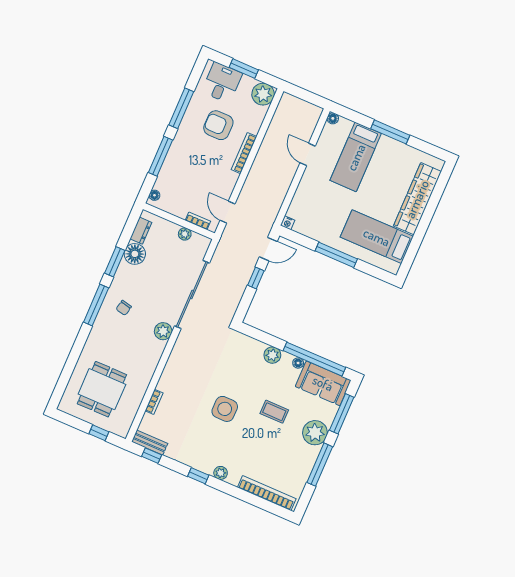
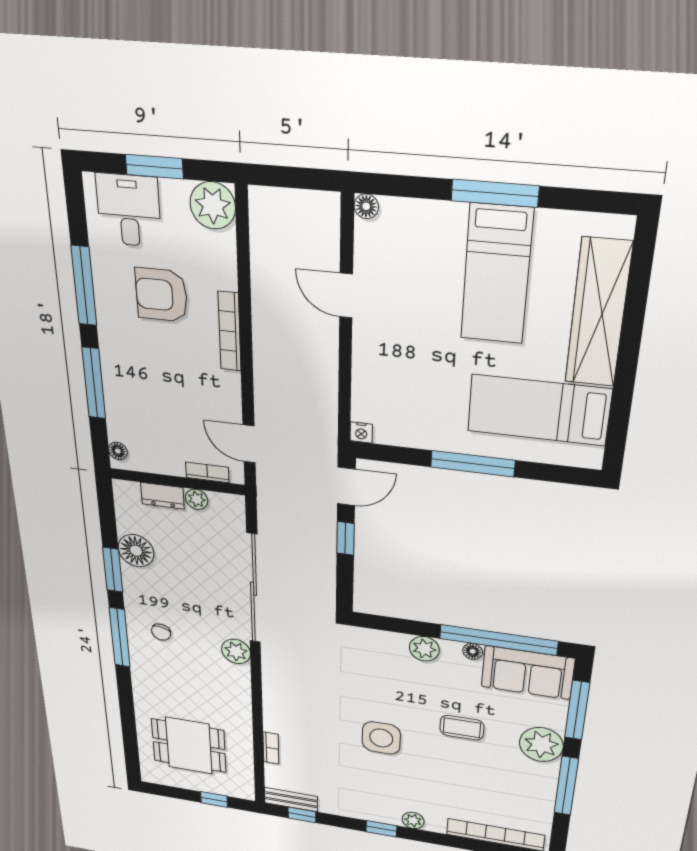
bed: (356, 157) -> (497, 274), moved
dresser: (141, 231) -> (162, 496), moved, turned 90
dining table: (102, 389) -> (189, 746), turned 90

